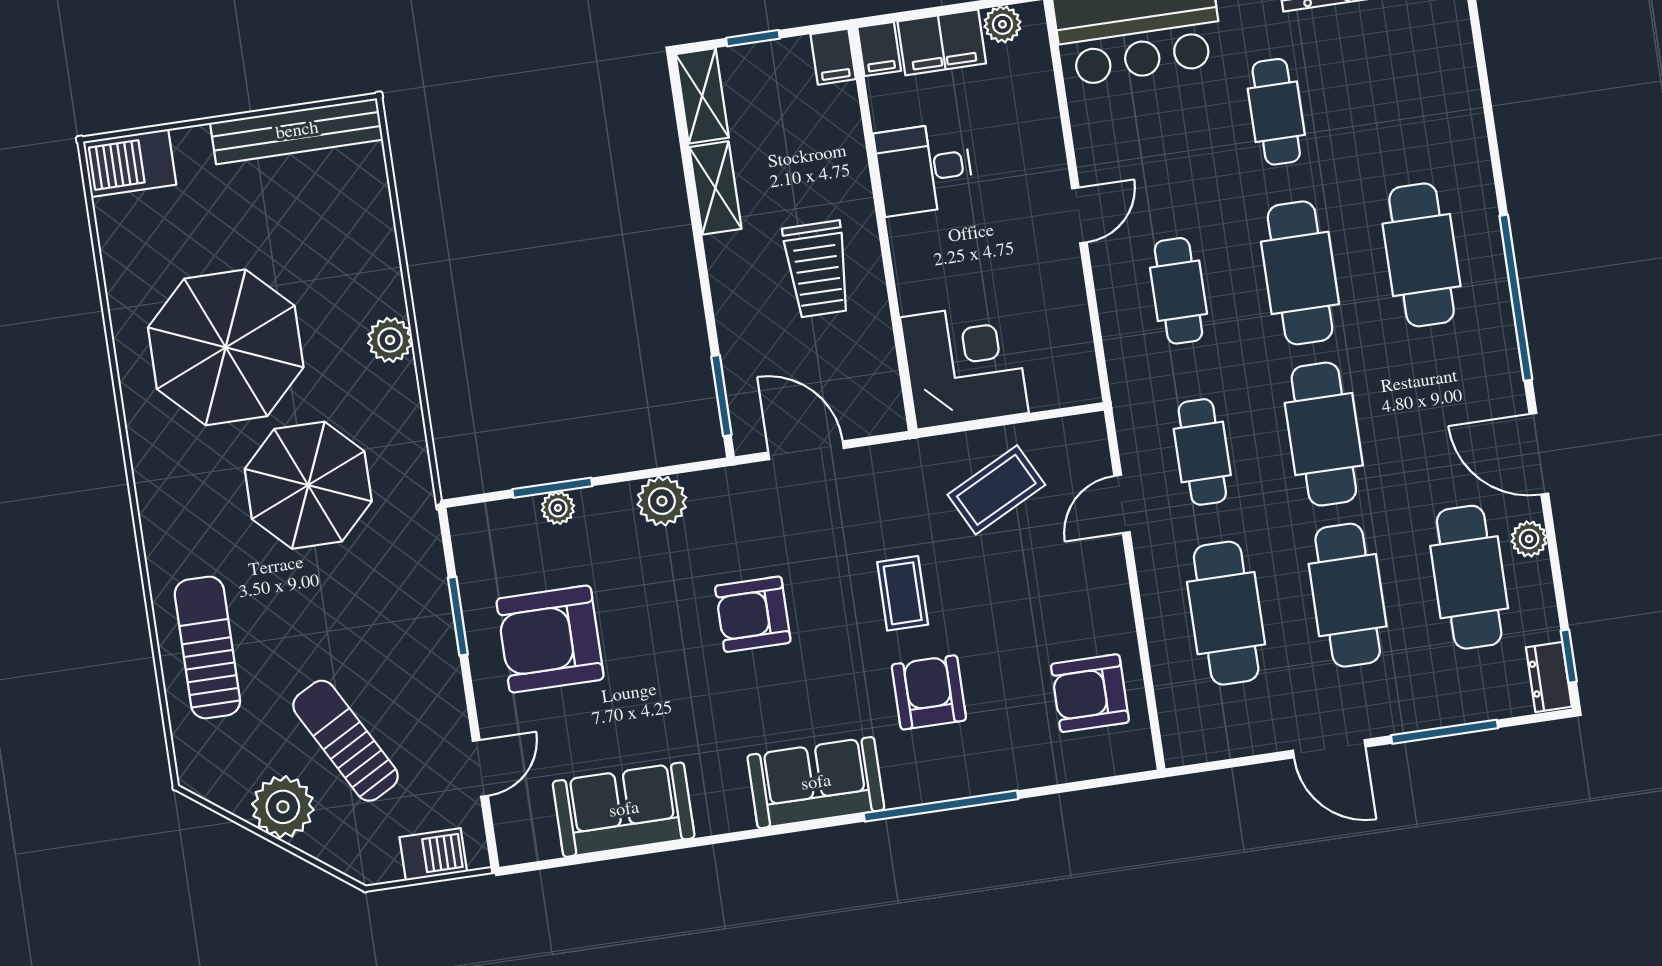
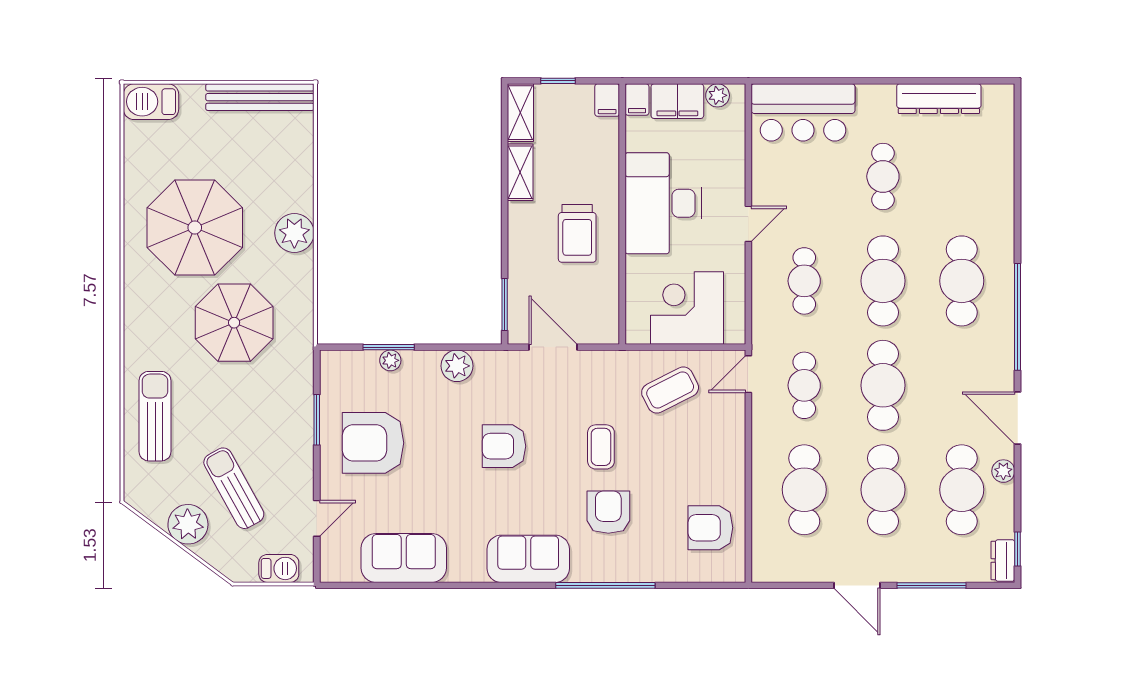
desk: (924, 169) -> (663, 203), width x1.87, depth x1.30
plant: (390, 340) -> (294, 233), width x1.36, depth x1.36
corner desk: (964, 365) -> (687, 308), moved, turned -90
door: (1122, 504) -> (748, 374), moved

